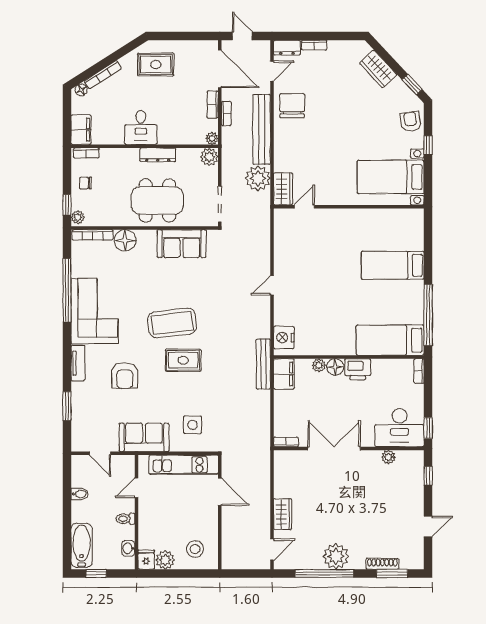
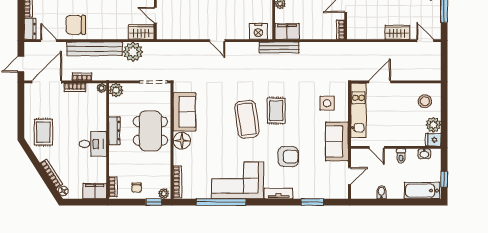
floor lamp: (125, 240) -> (182, 141), moved

